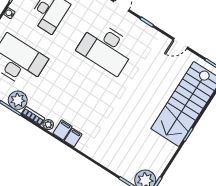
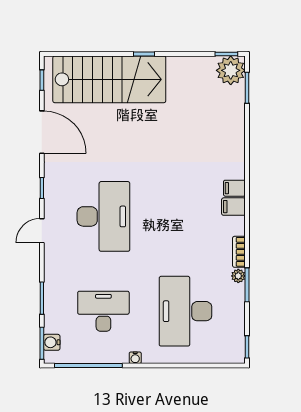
door: (180, 43) -> (42, 132), width x1.87
plant: (18, 100) -> (238, 276), width x0.53, depth x0.53
plant: (48, 125) -> (238, 227), removed

